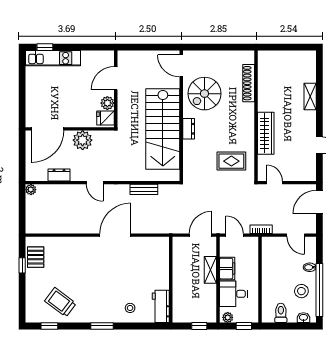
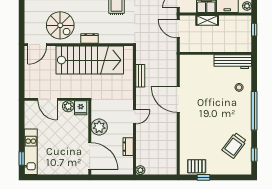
workbench: (161, 306) -> (233, 62), width x1.38
window: (102, 326) -> (254, 111), width x2.11

